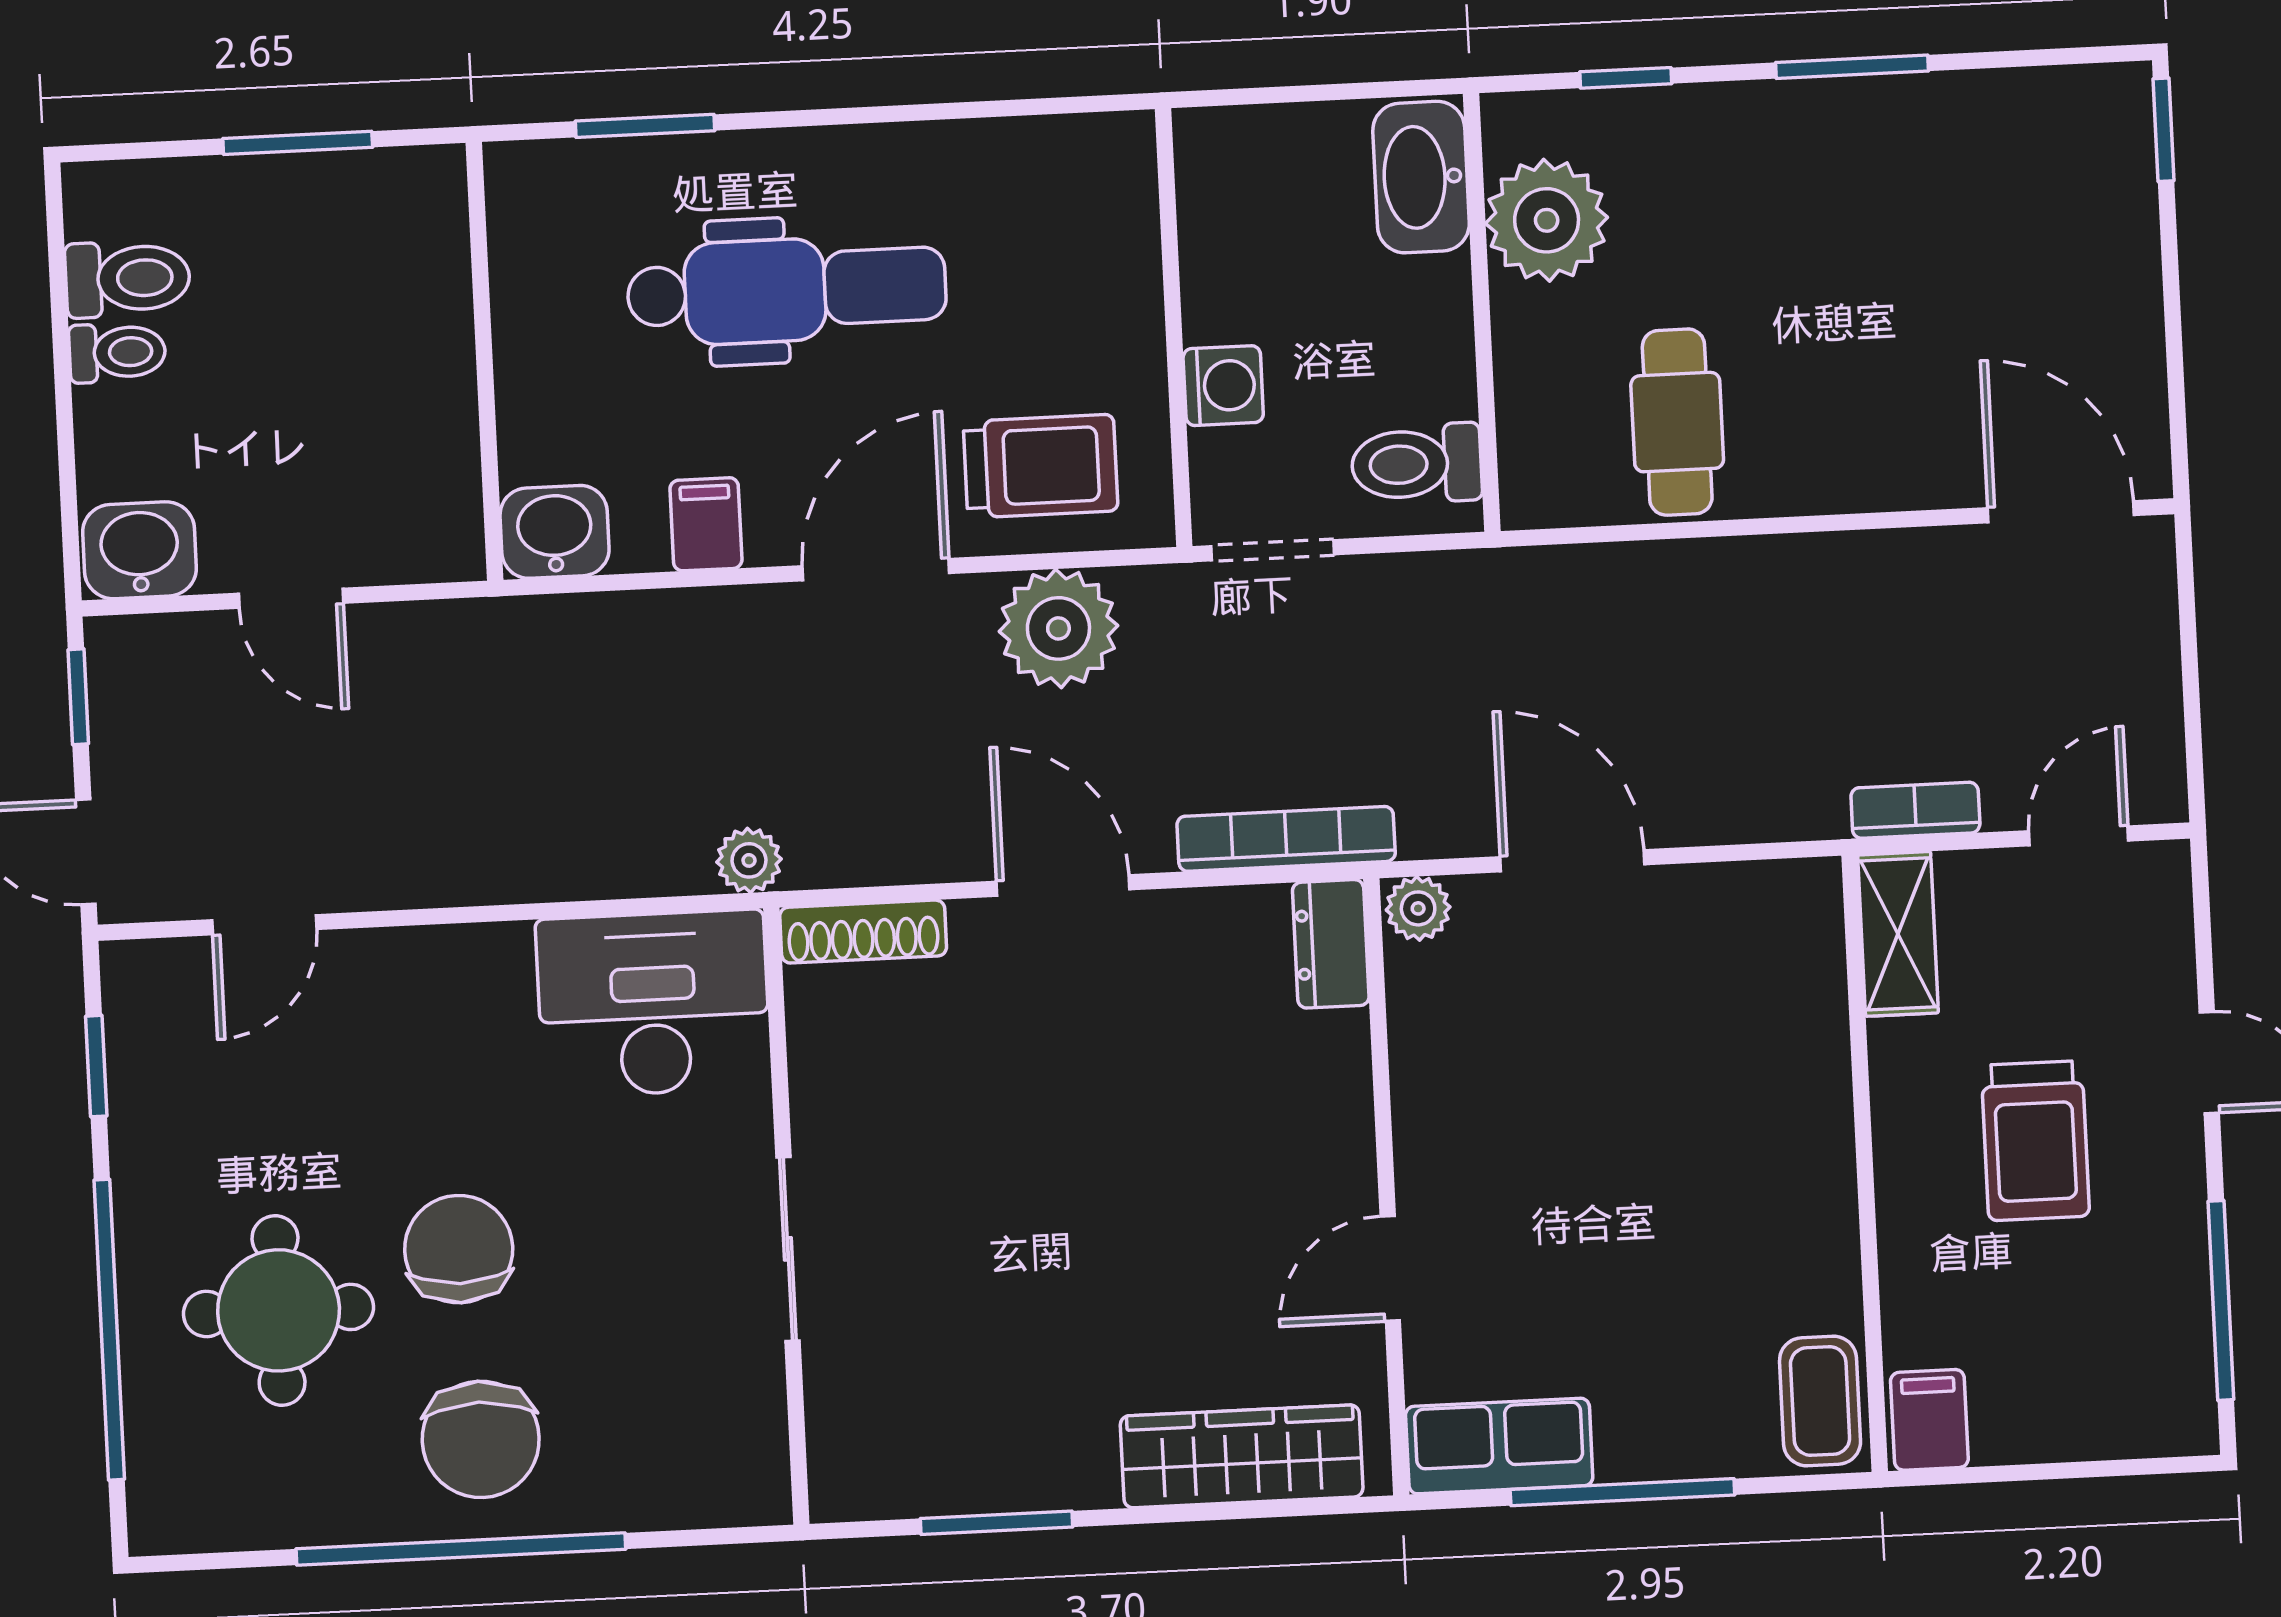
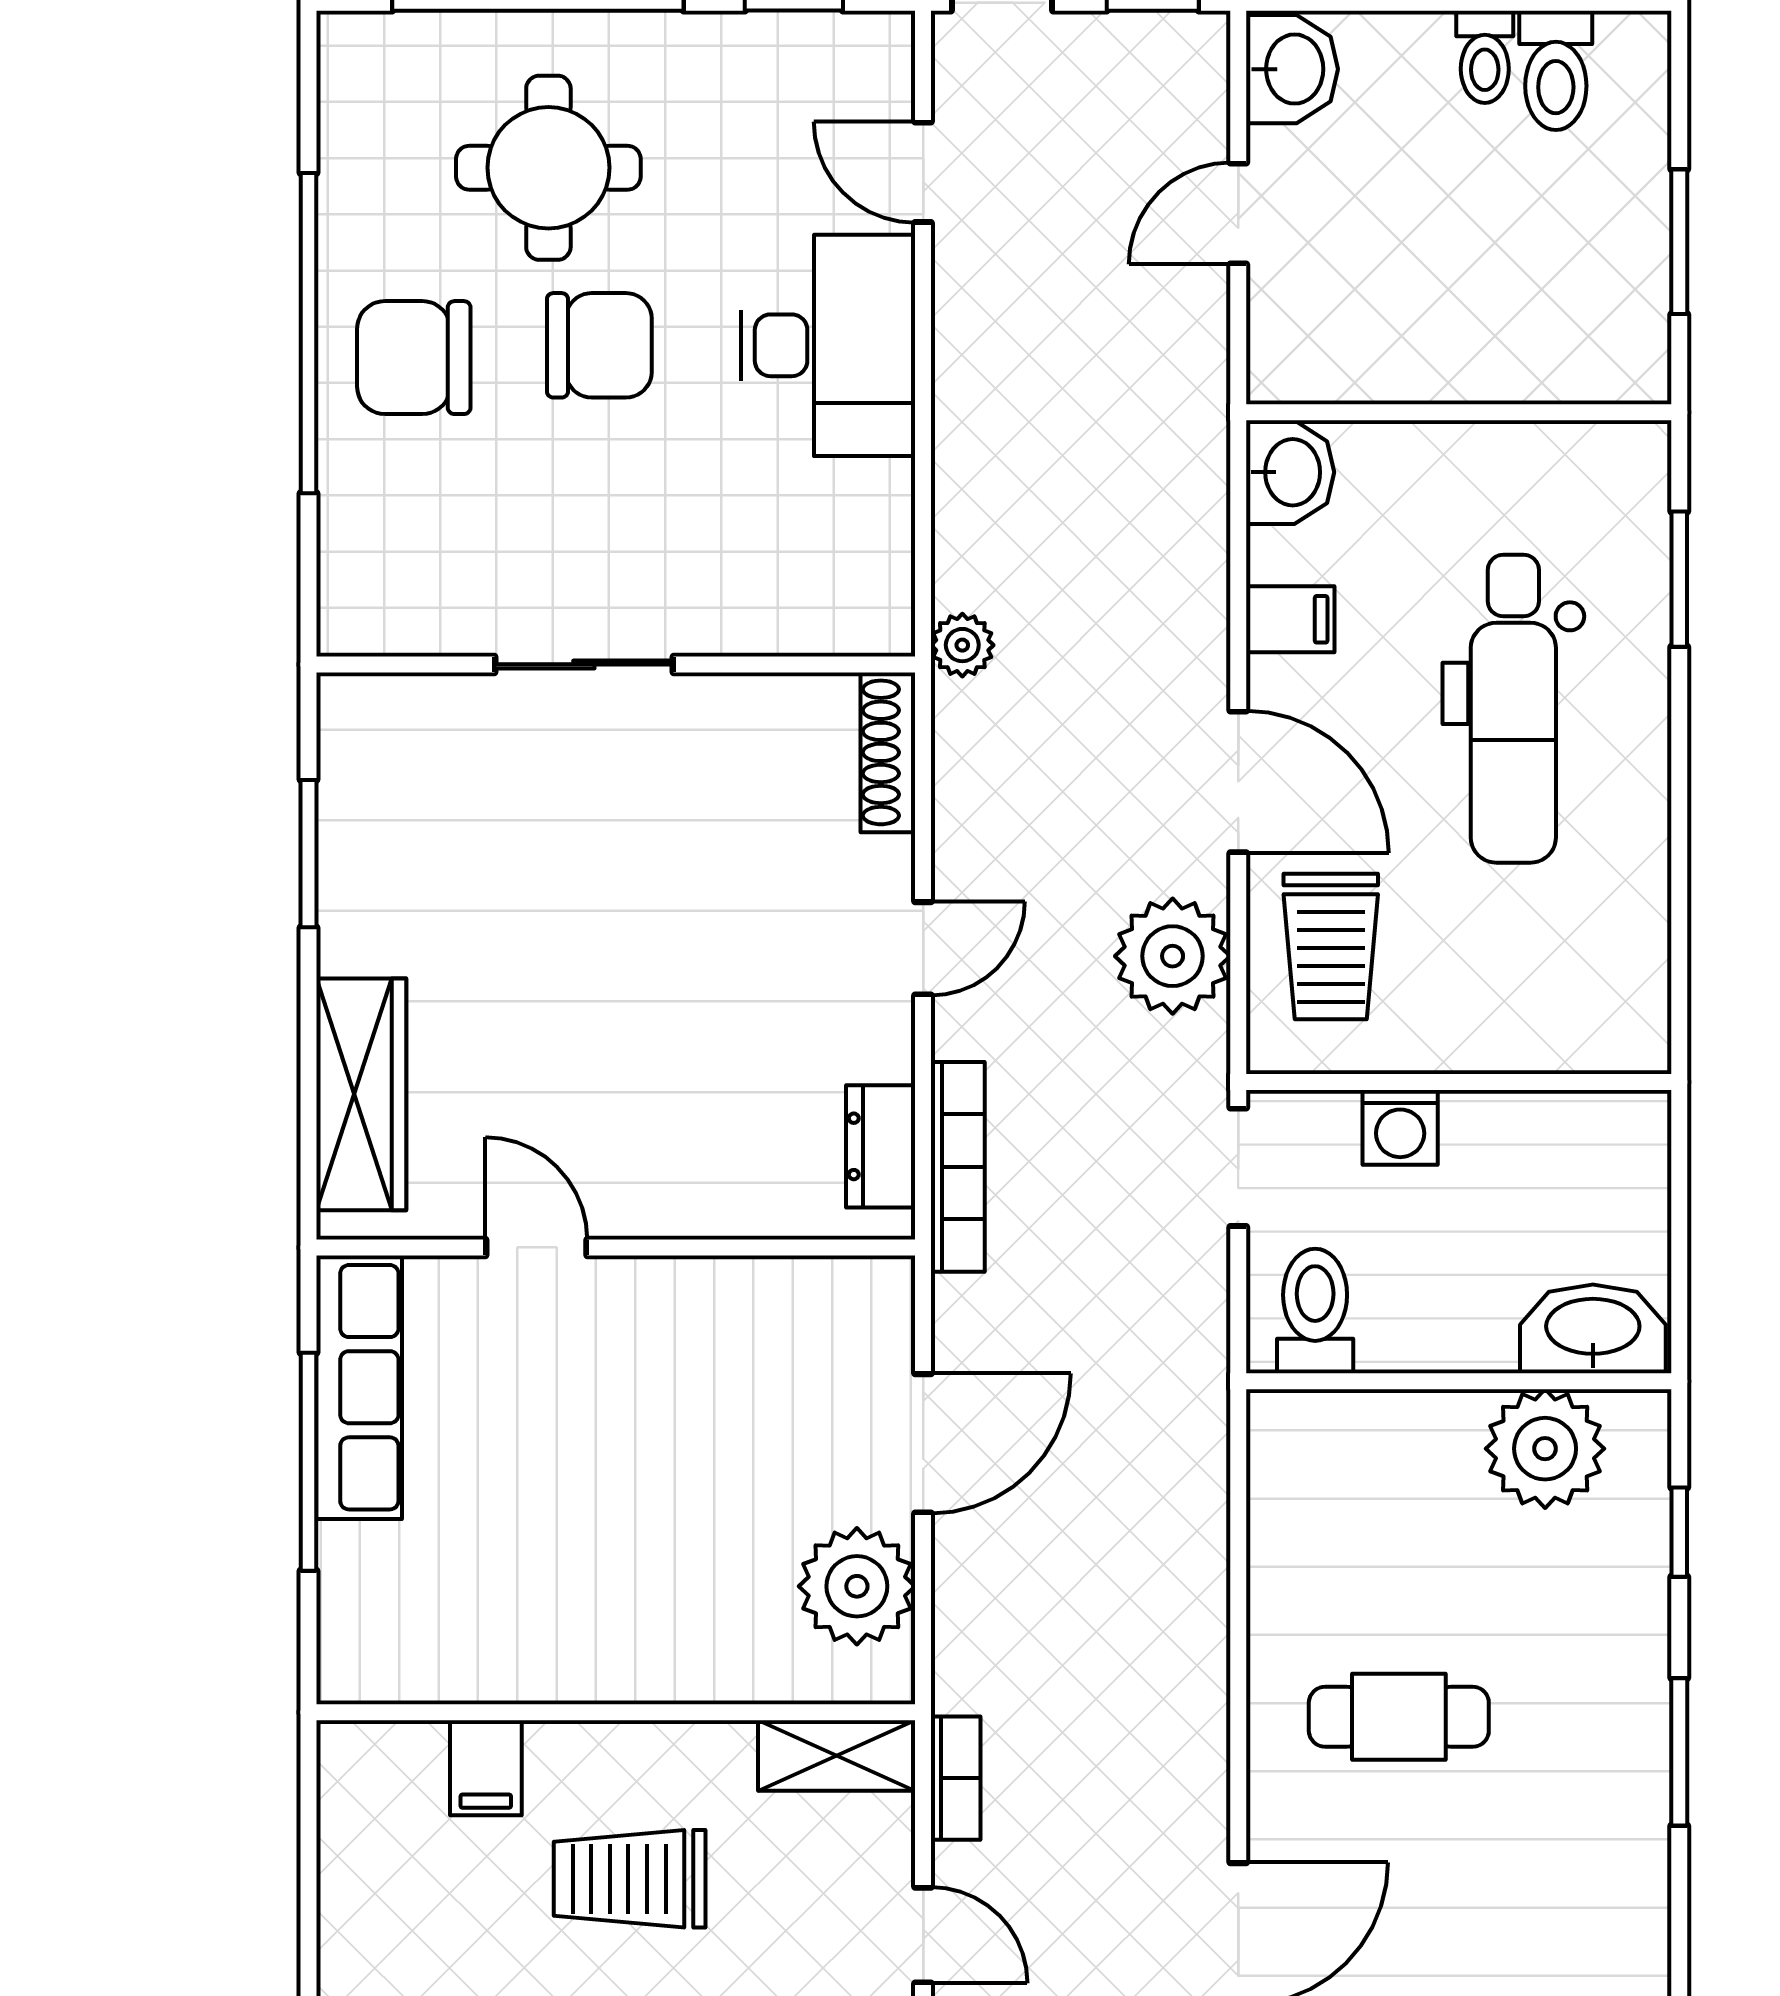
cafe table: (1677, 422) -> (1399, 1717), moved
door: (1063, 886) -> (923, 948), width x0.73
plant: (1418, 908) -> (857, 1586), moved, width x1.88, depth x1.88
dresser: (1331, 944) -> (881, 1146), moved, turned -90
desk: (653, 1004) -> (828, 345), moved
coffee table: (1820, 1401) -> (388, 1658), removed
filing cabinet: (1929, 1420) -> (486, 1768), moved, turned 90
row of seats: (1499, 1446) -> (359, 1387), width x1.48

